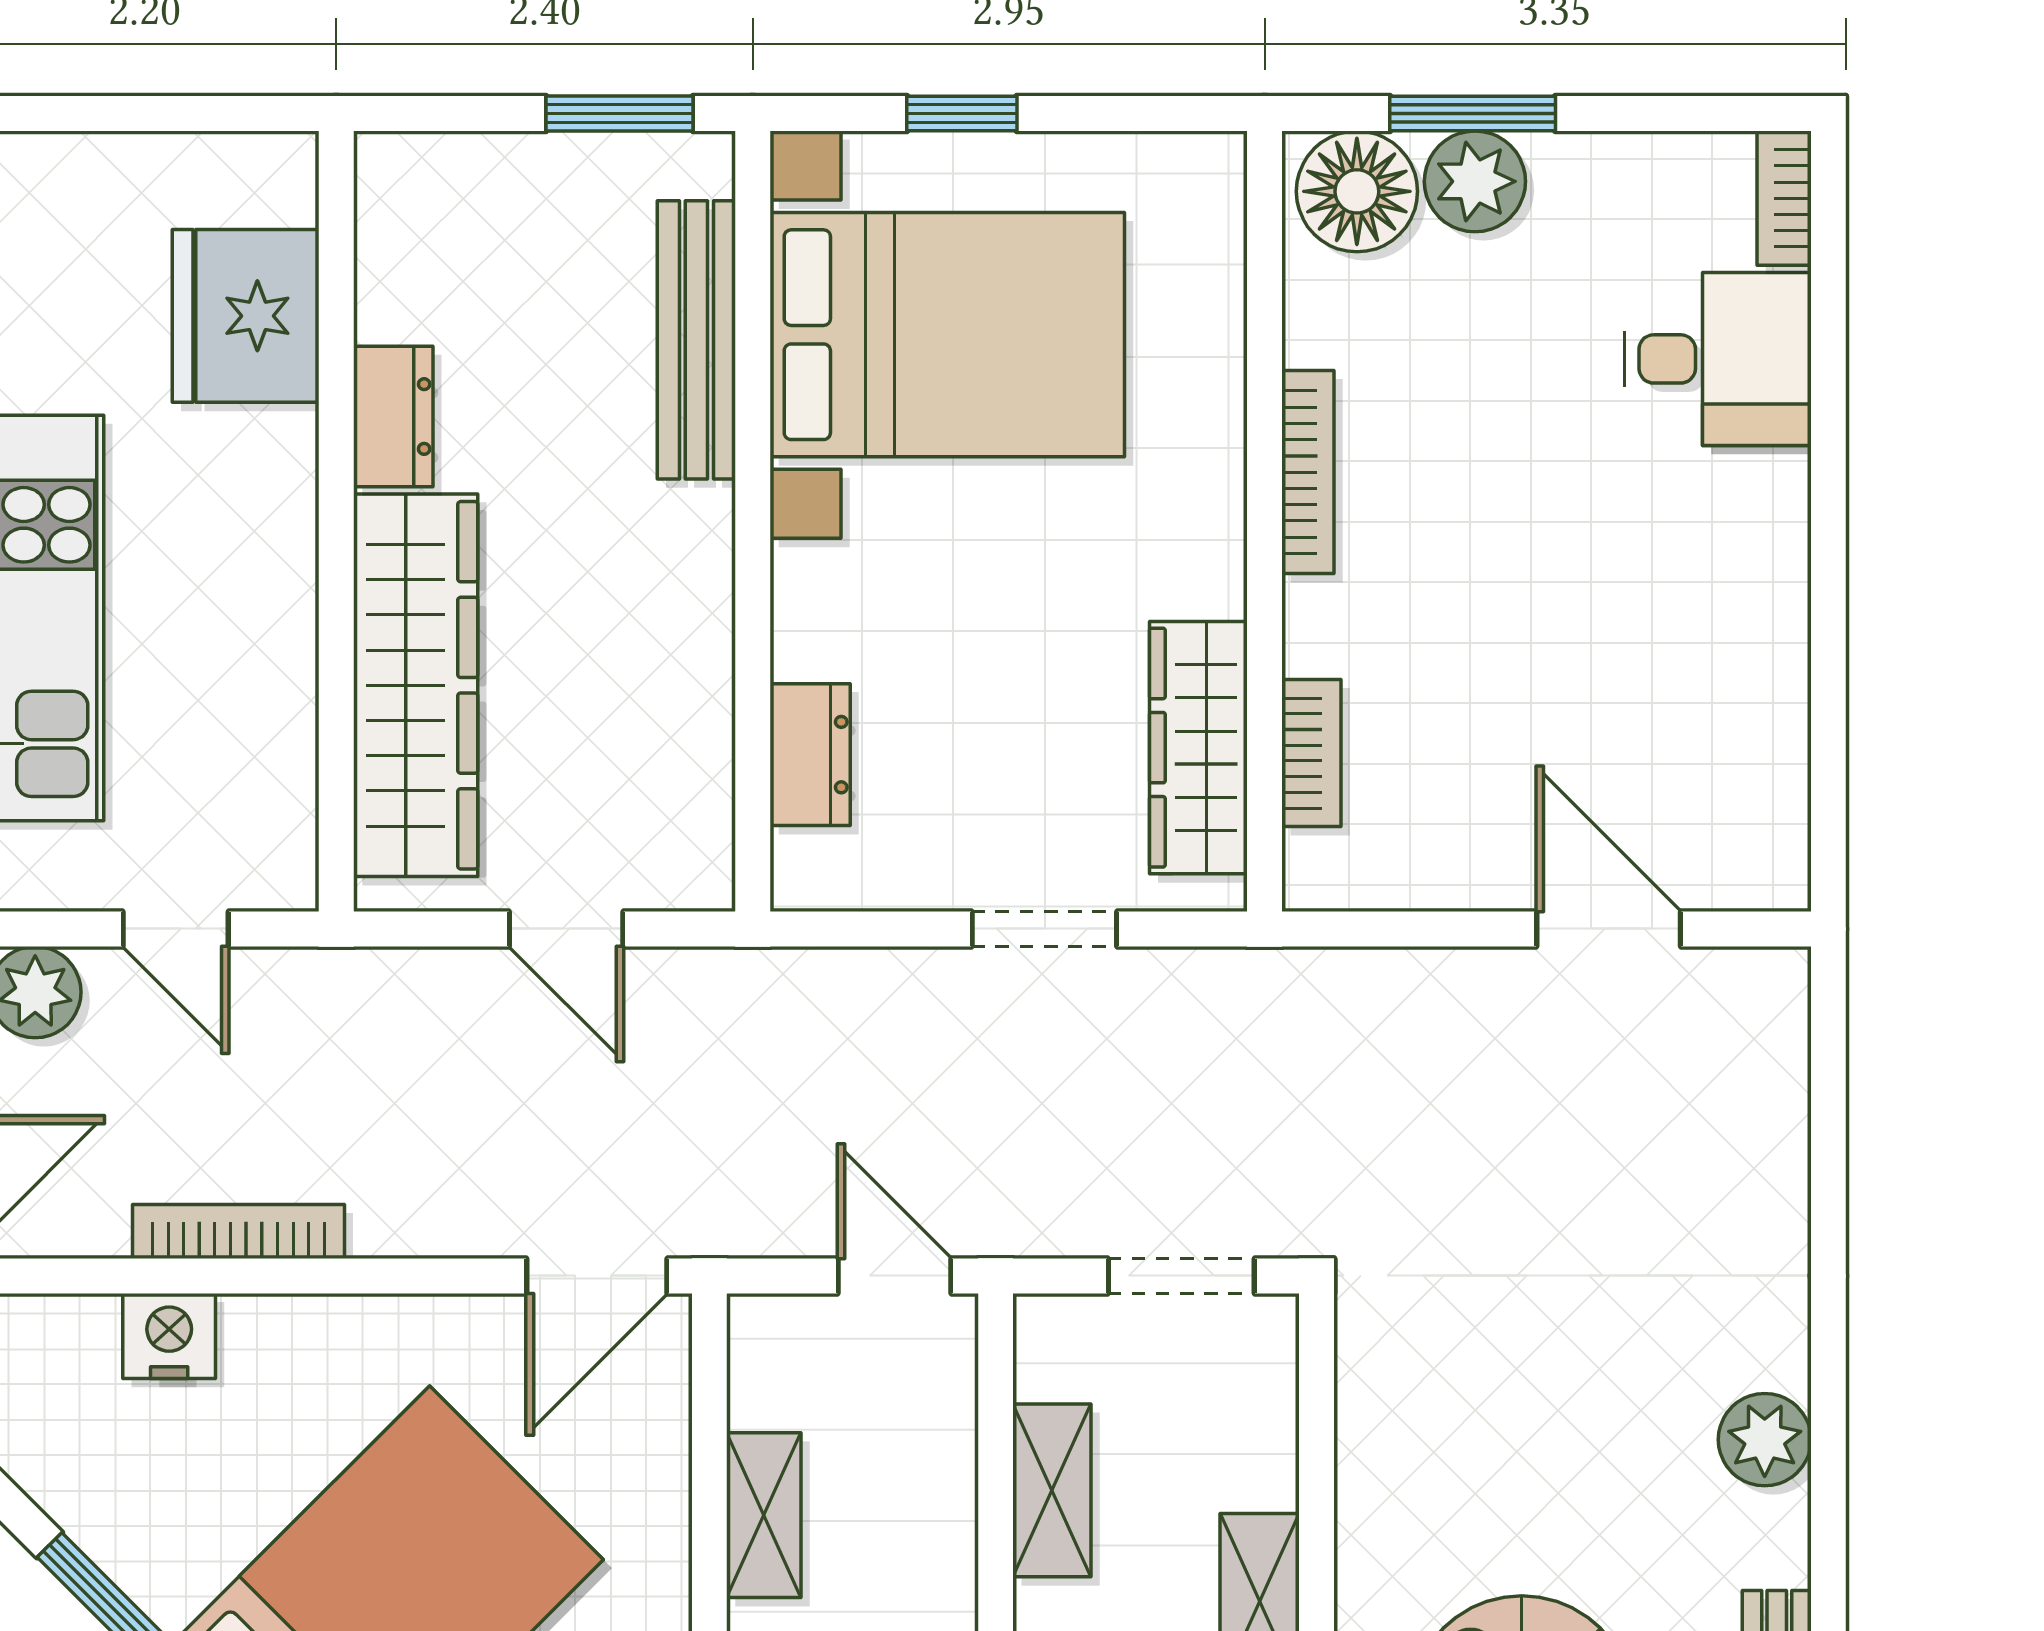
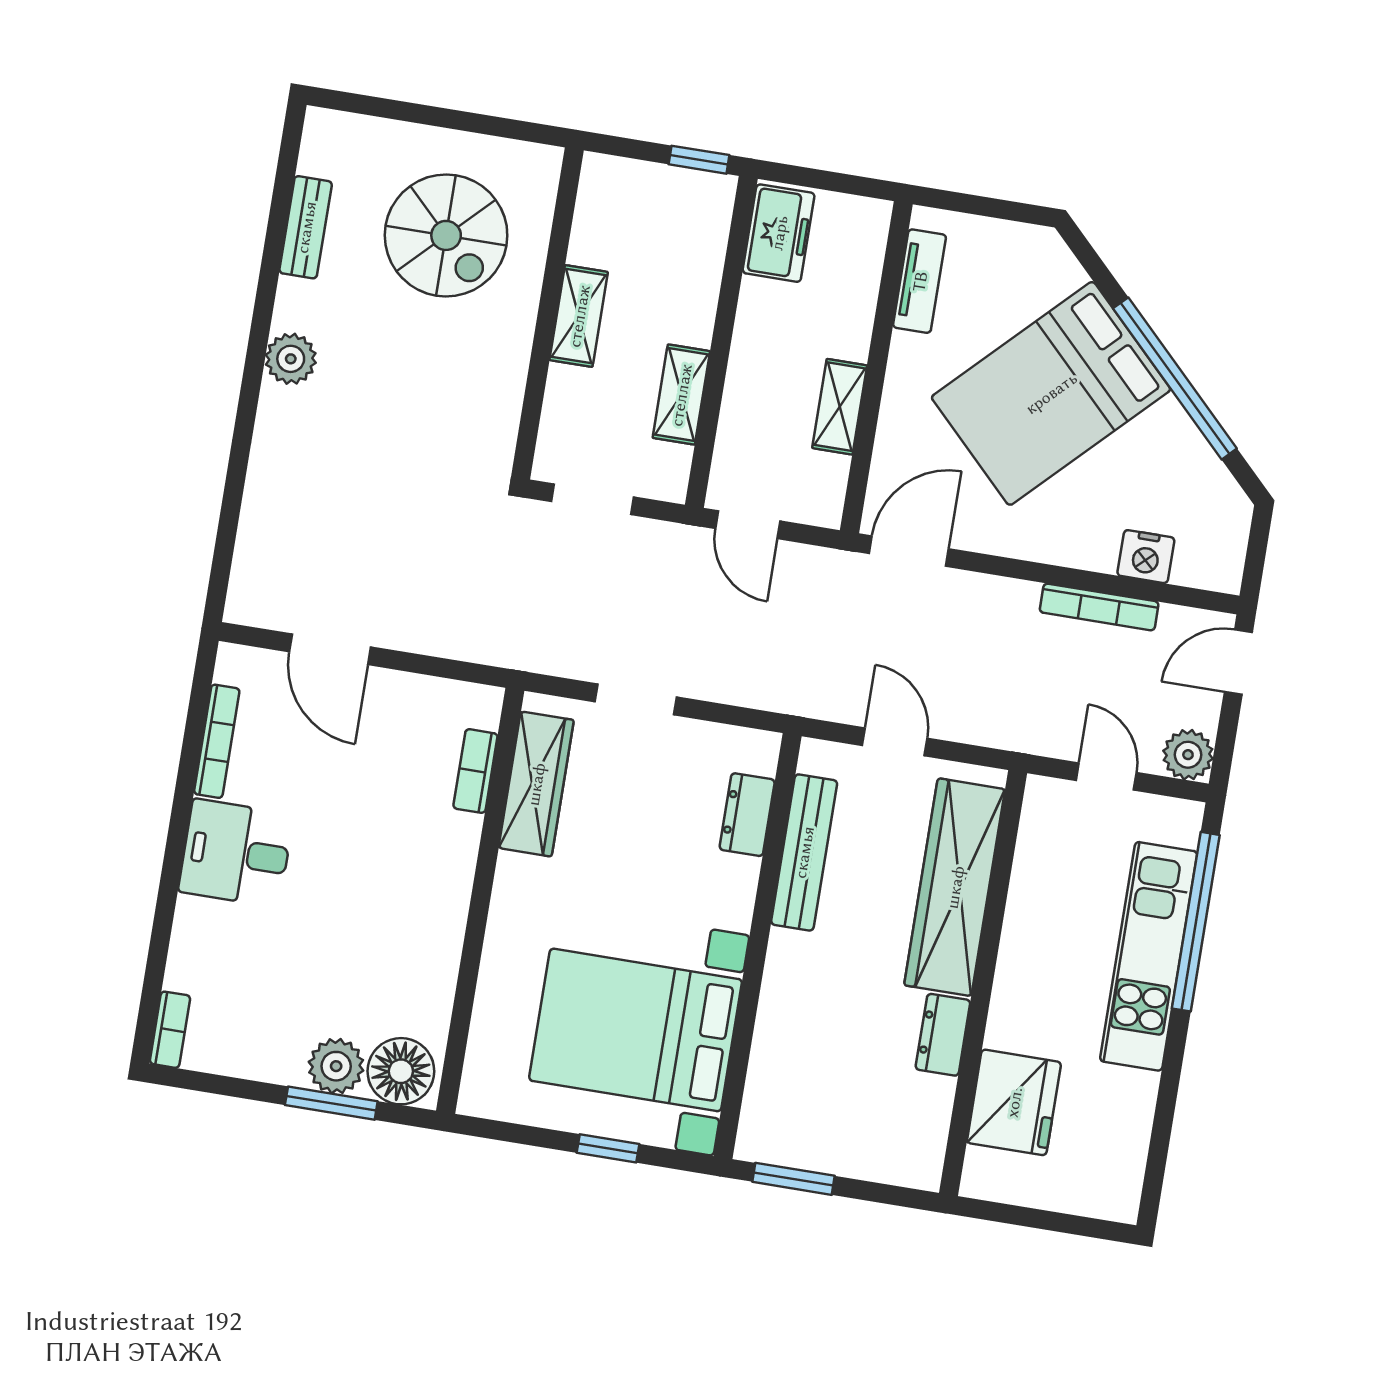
bench: (696, 340) -> (804, 852), moved
desk: (1718, 359) -> (236, 853), moved
bookcase: (1308, 472) -> (217, 741), moved, turned 180

